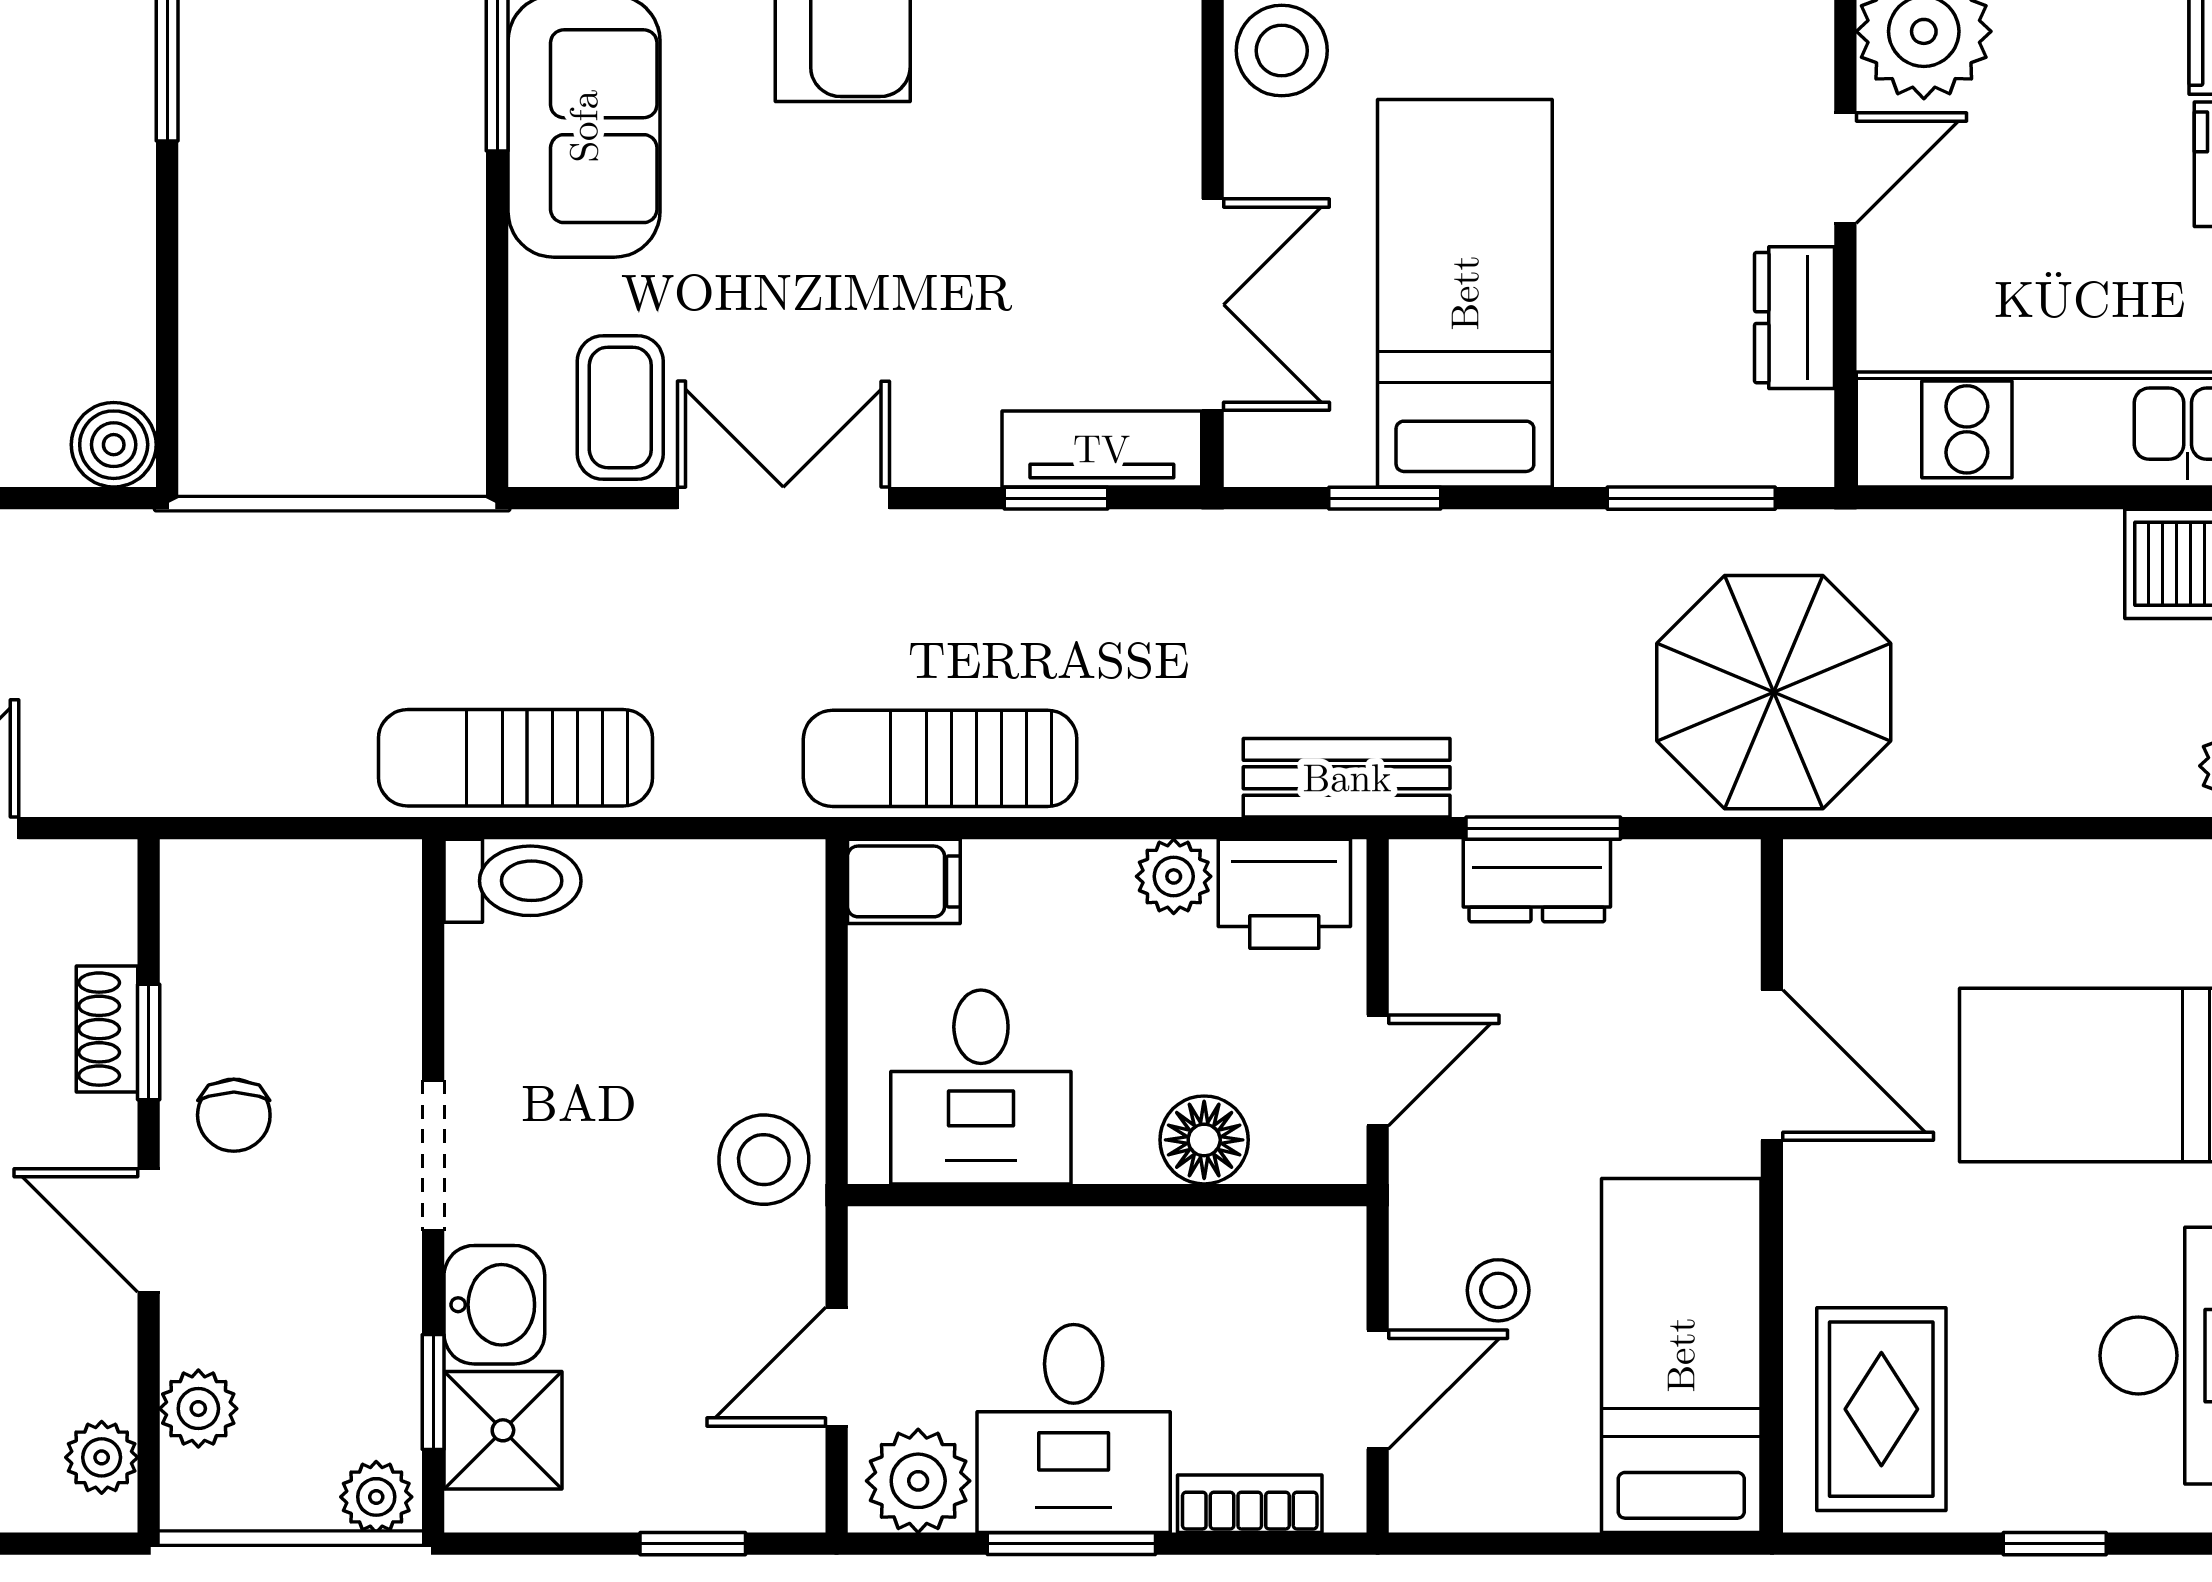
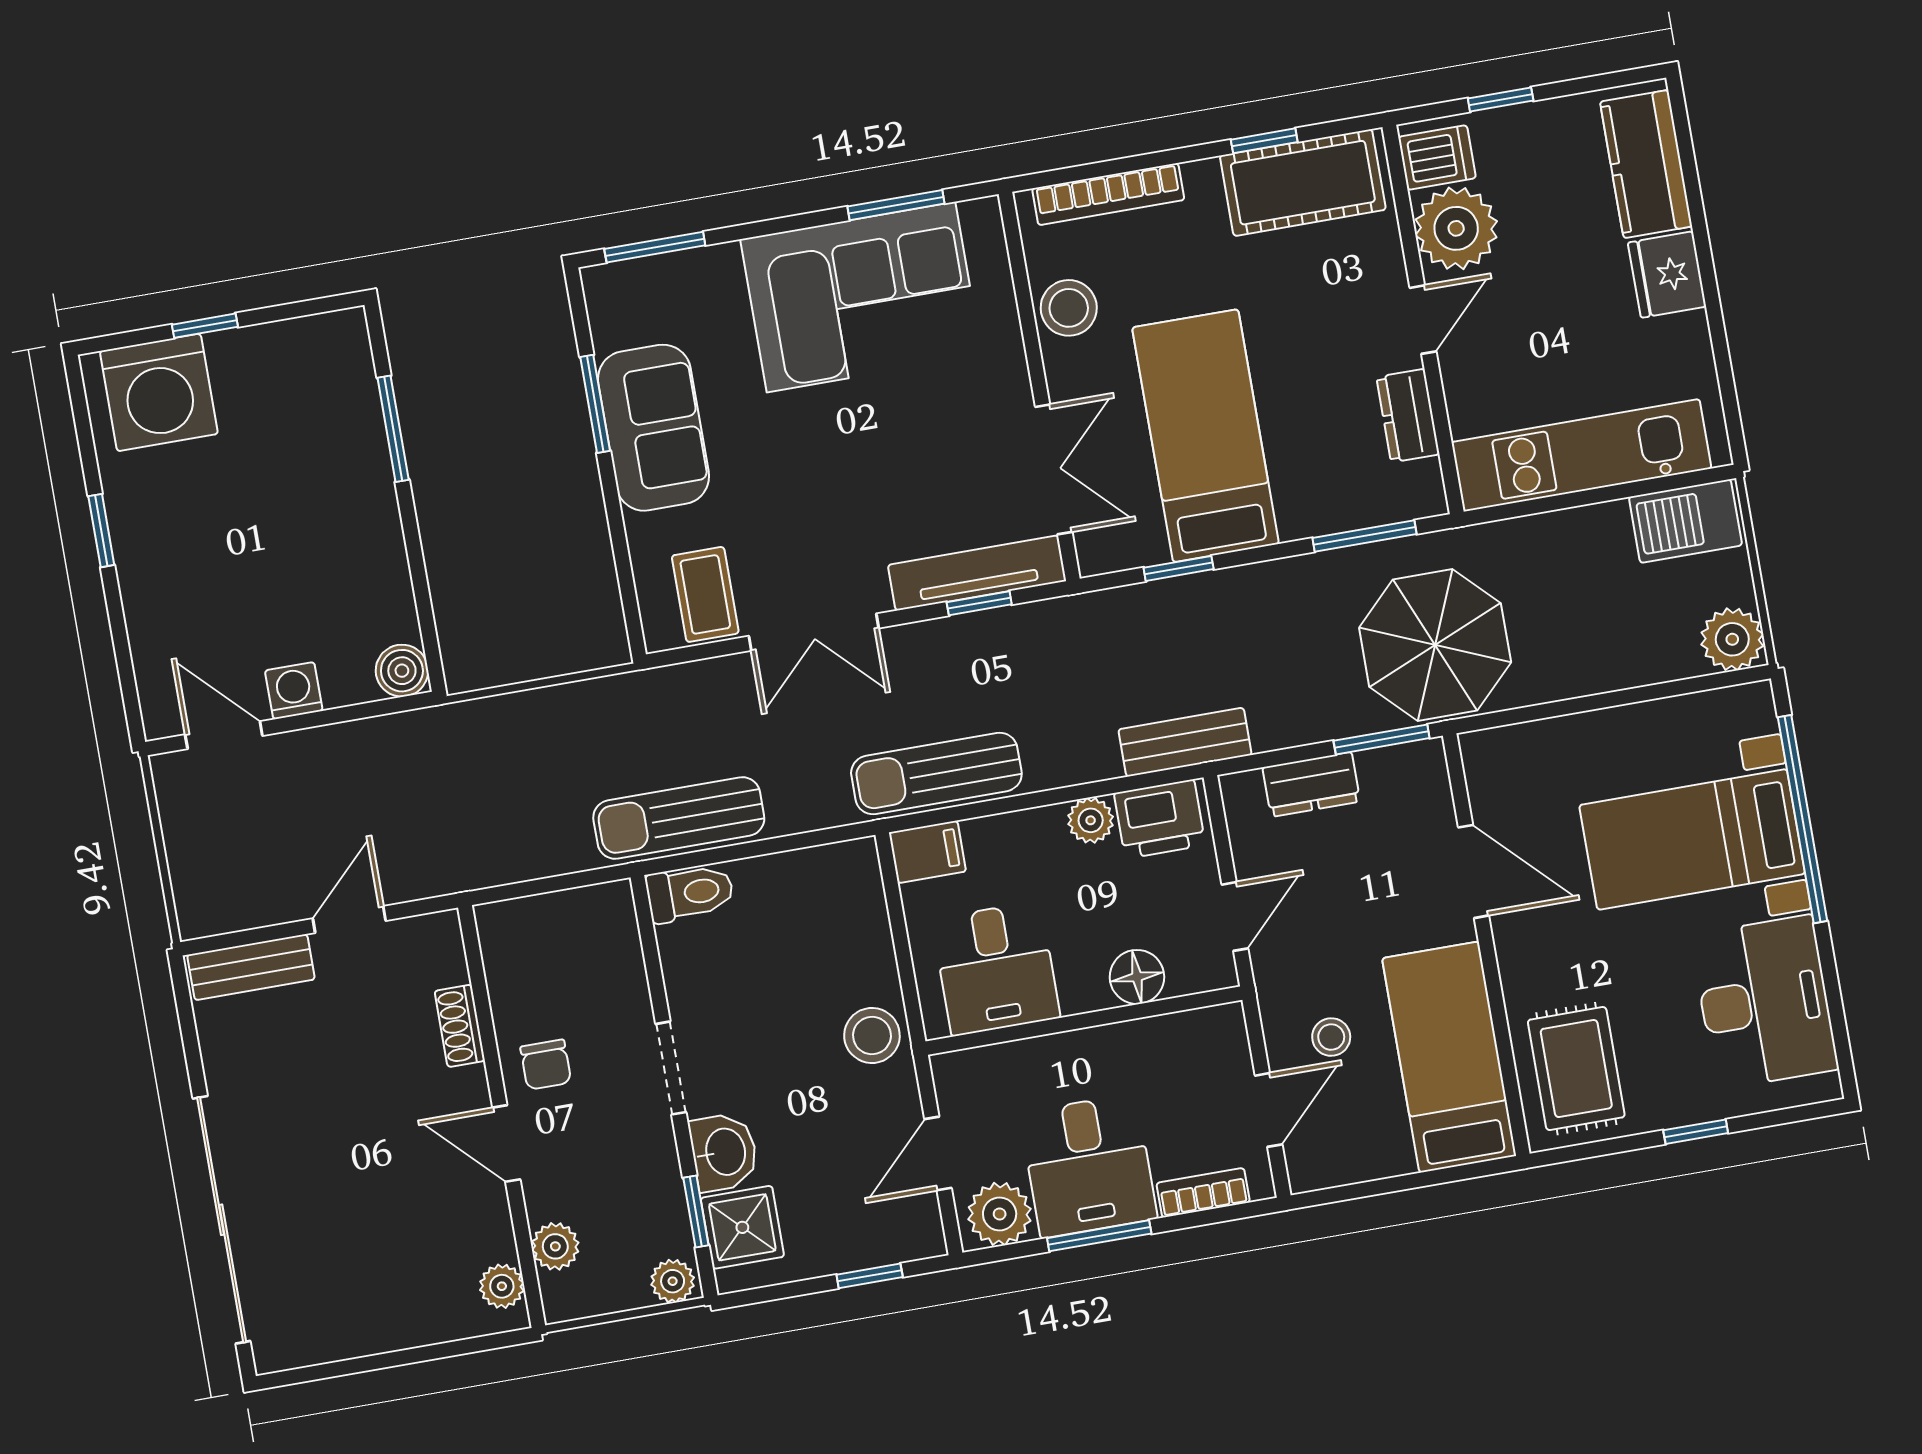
tv unit: (1102, 449) -> (977, 573), width x1.41
double door: (783, 498) -> (814, 632), swing flipped
window: (1543, 828) -> (1382, 739), moved
window: (149, 1042) -> (486, 1029), removed

